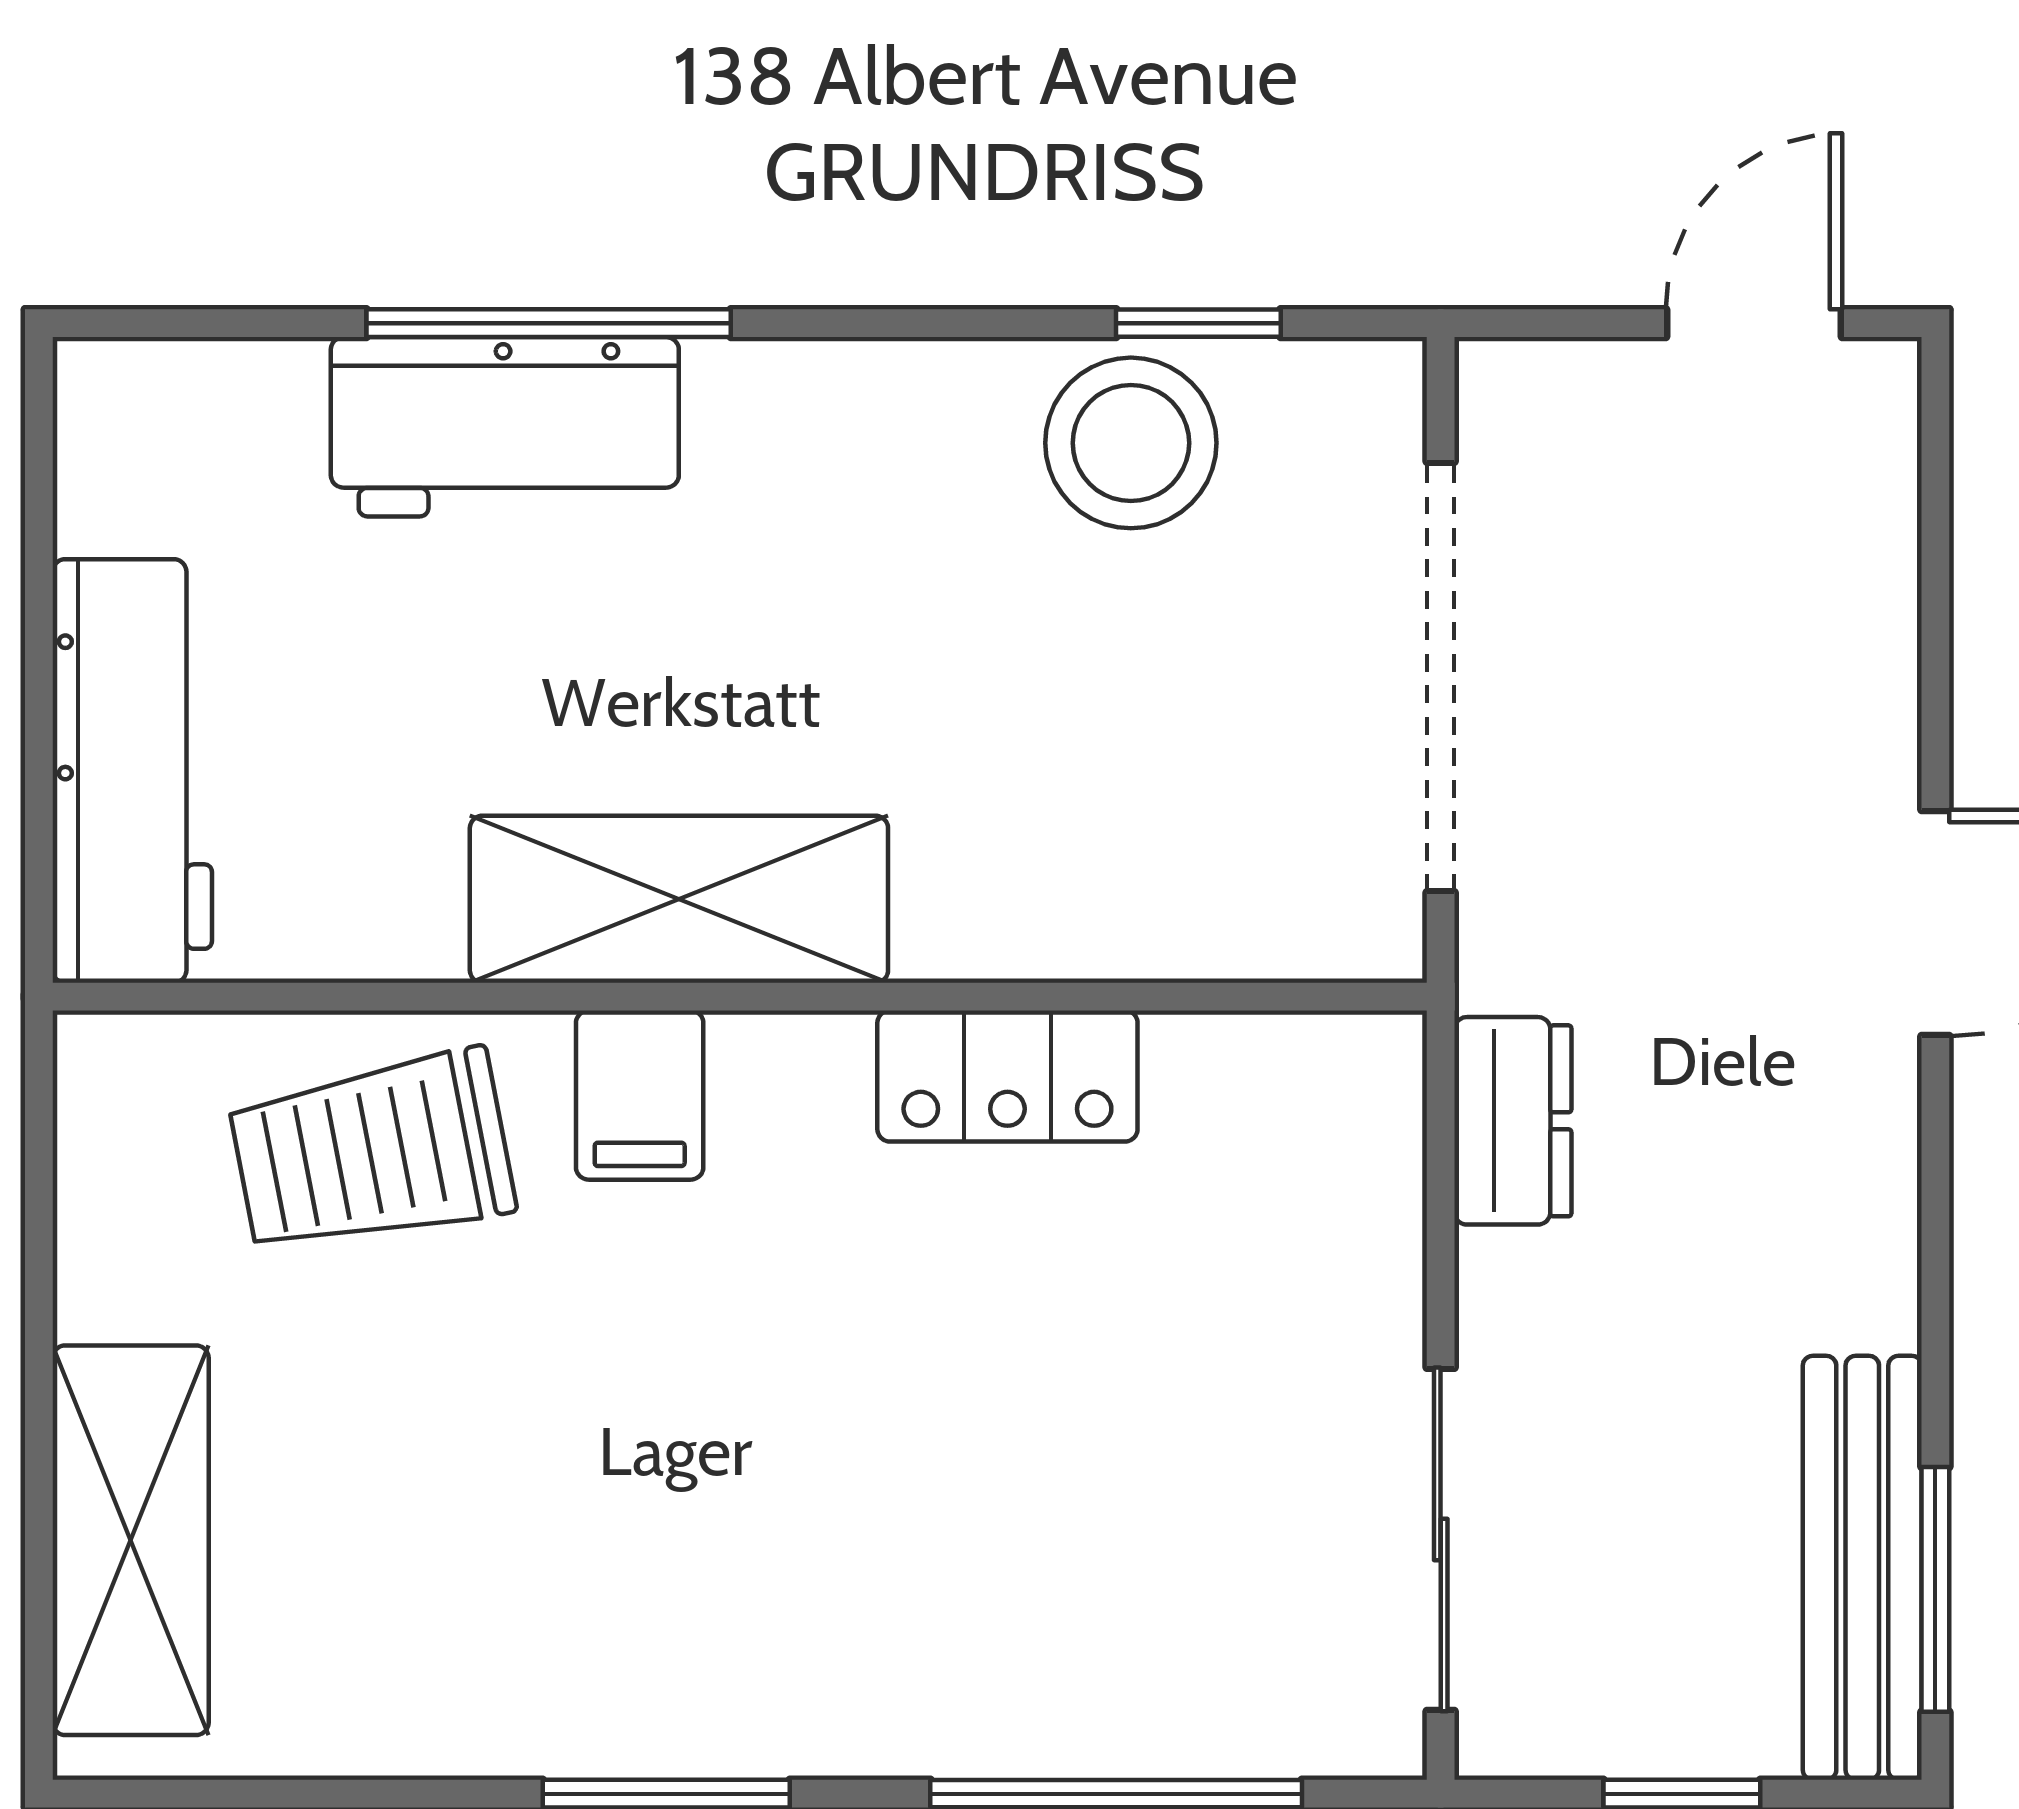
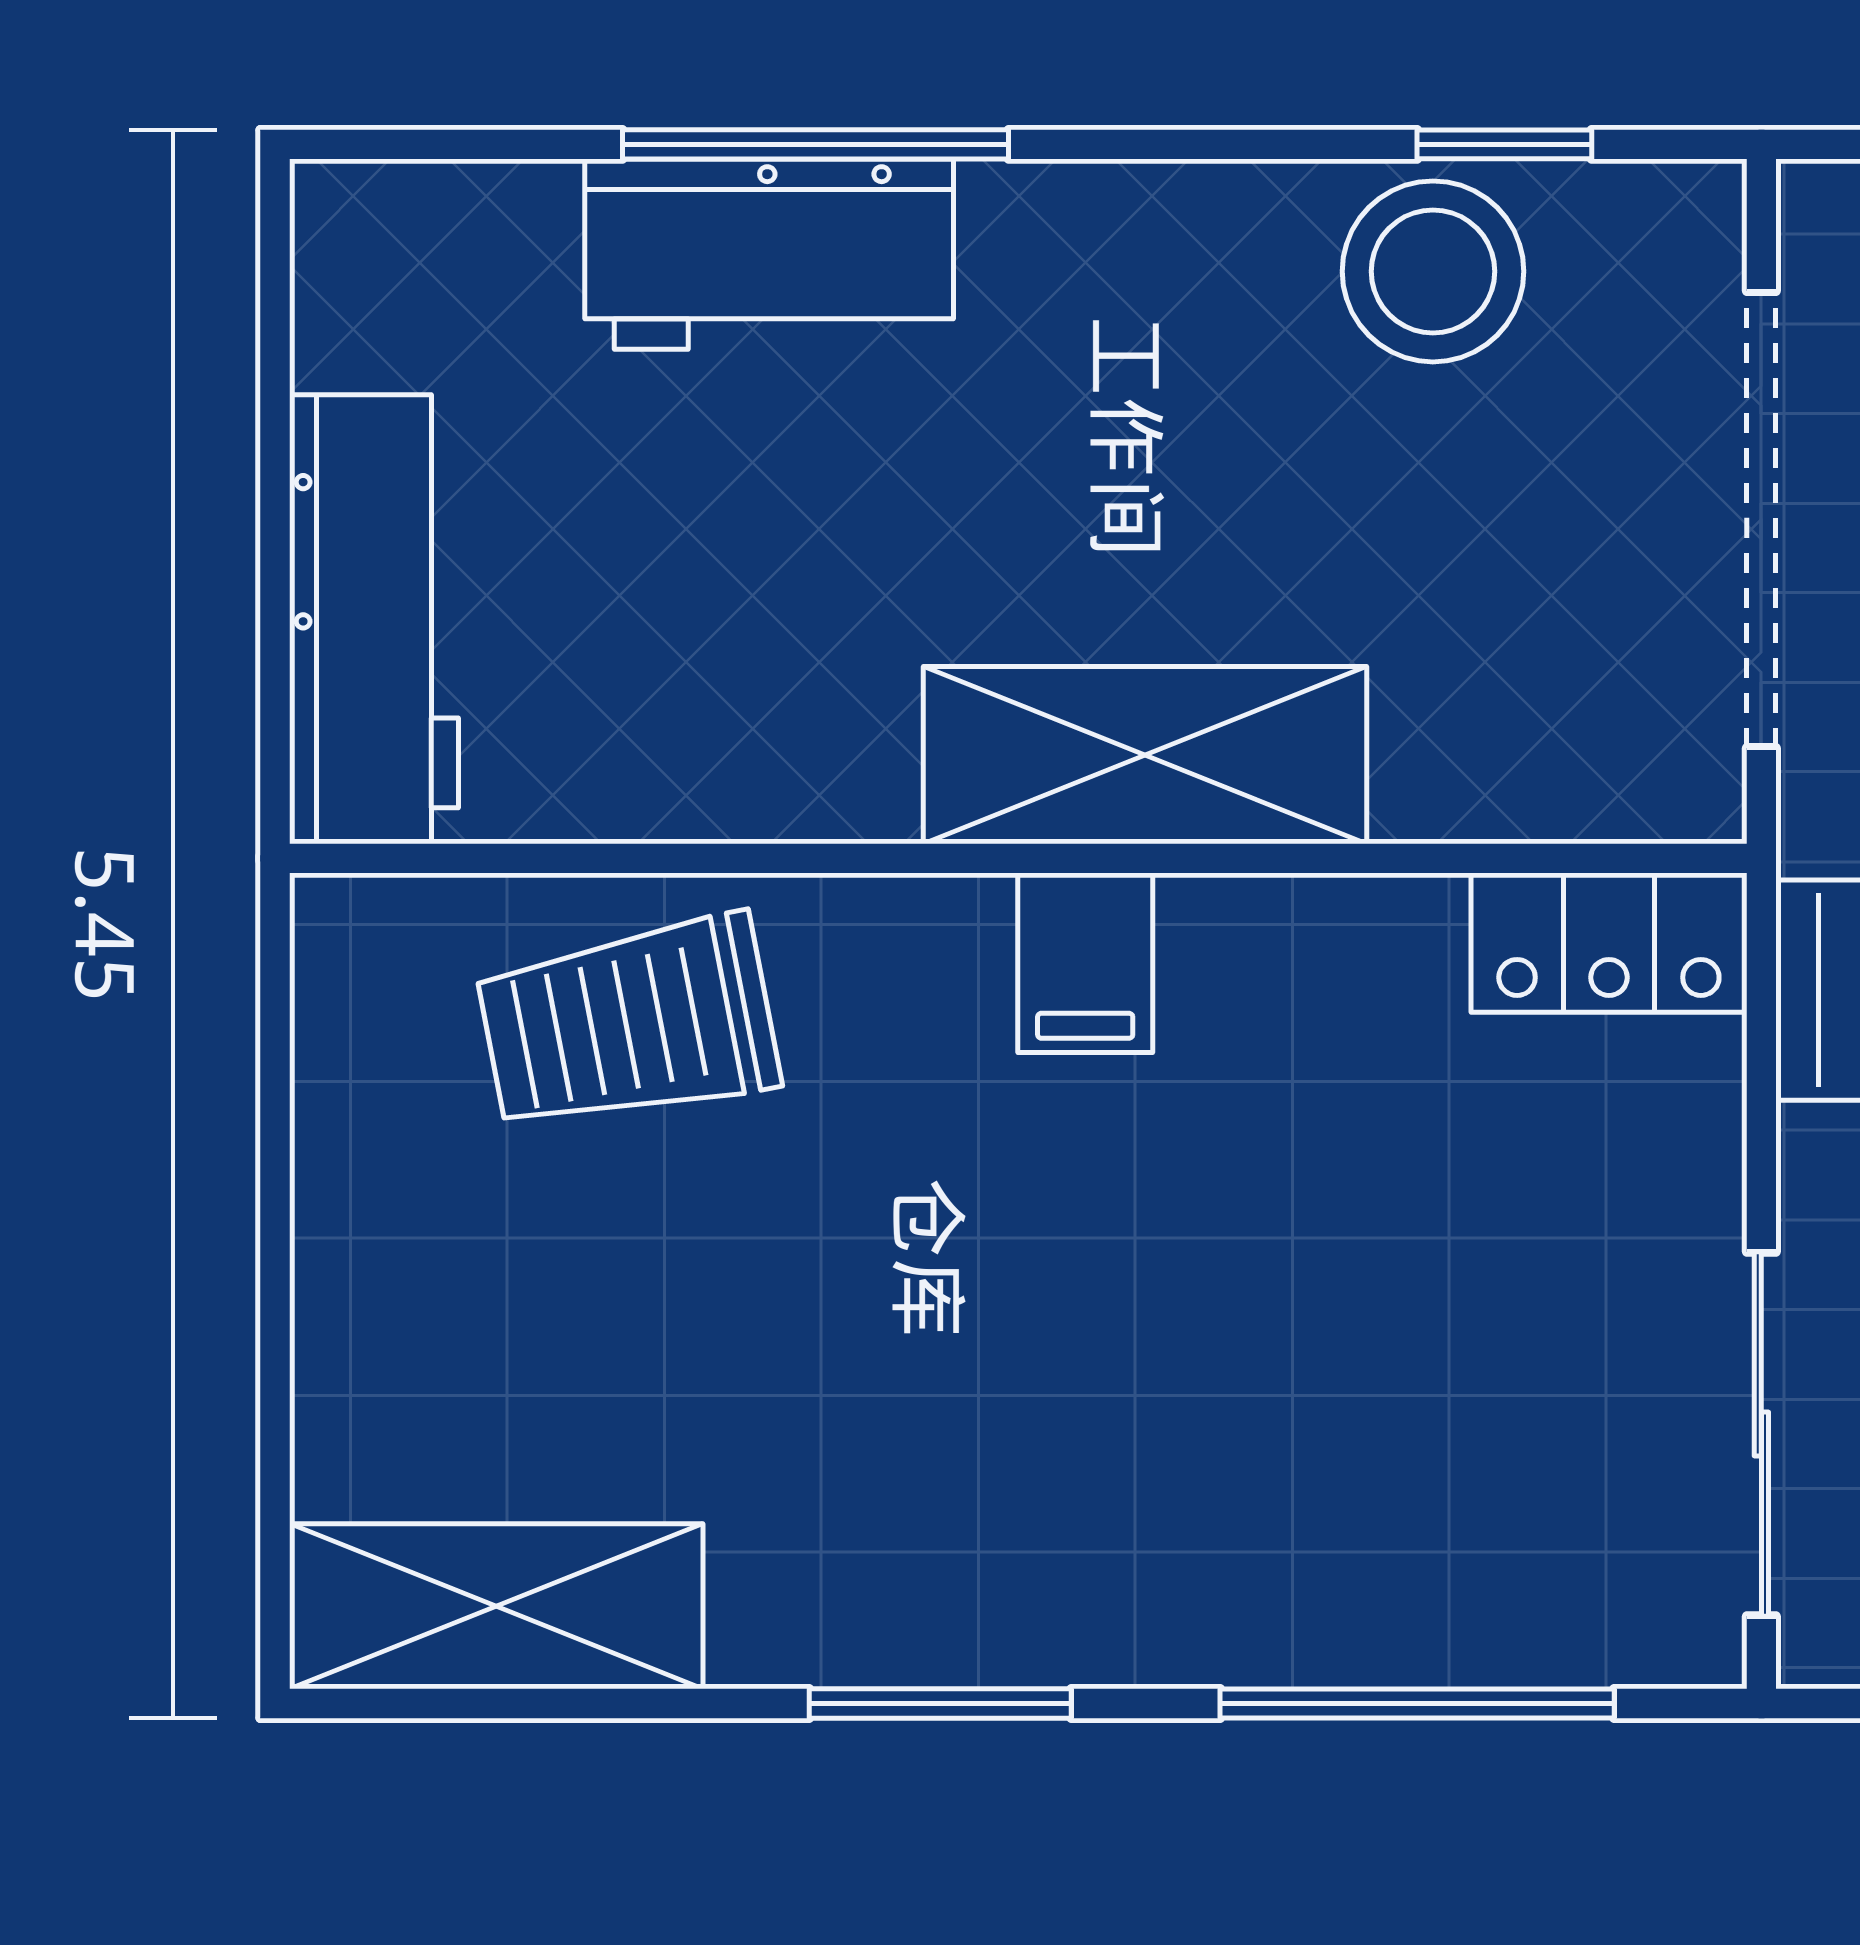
shelving: (679, 899) -> (1145, 755), moved
locker: (1007, 1076) -> (1609, 943), moved
filing cabinet: (640, 1095) -> (1085, 963), moved
shelving: (131, 1540) -> (496, 1606), moved, turned 90

